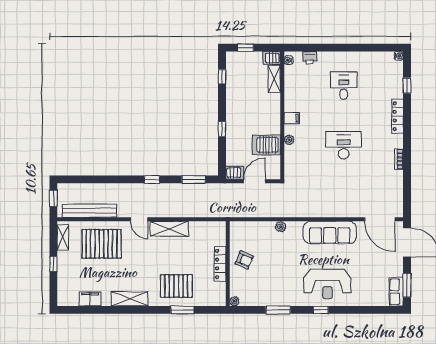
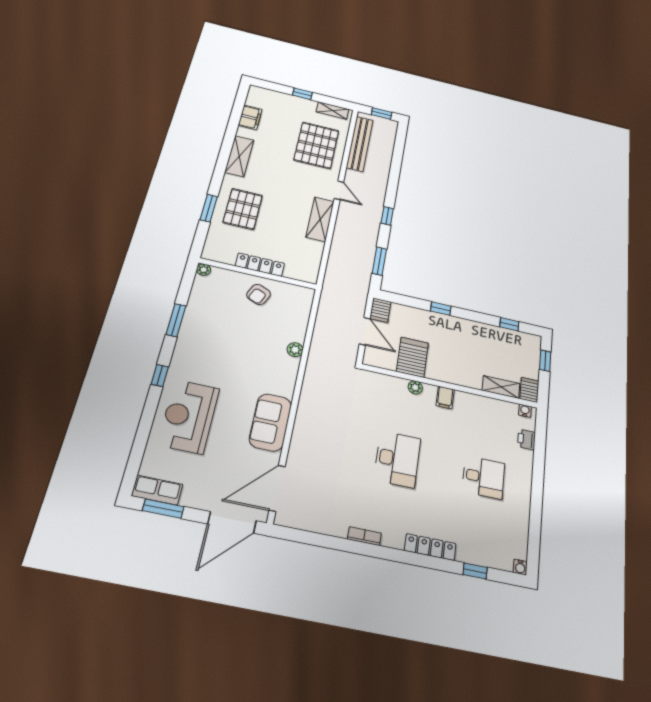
door: (139, 219) -> (339, 190), swing flipped
sofa: (330, 232) -> (270, 422), width x0.73
reception desk: (327, 284) -> (189, 416), moved

